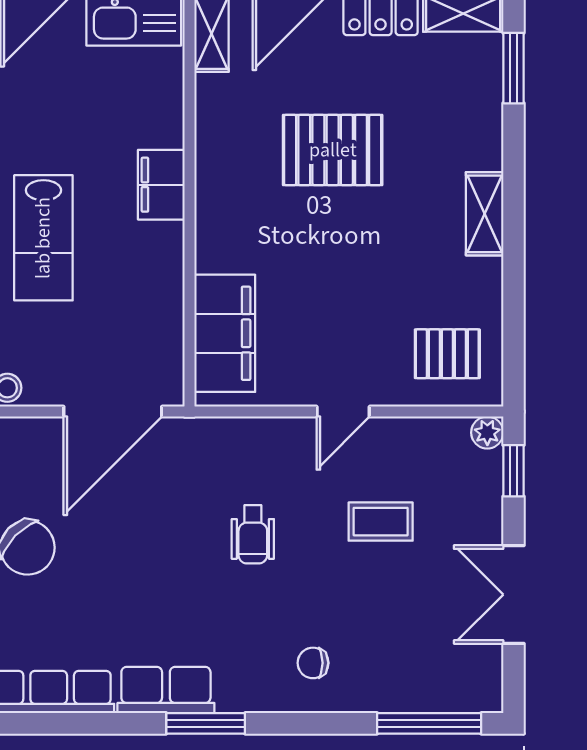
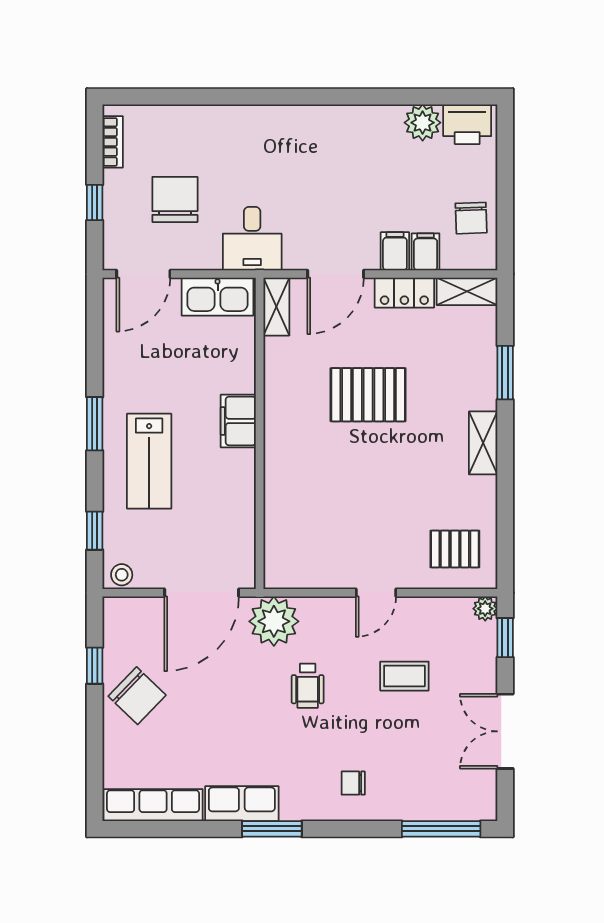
window: (514, 68) -> (505, 373), moved
filing cabinet: (225, 333) -> (286, 533), removed
plant: (208, 449) -> (274, 621), added

